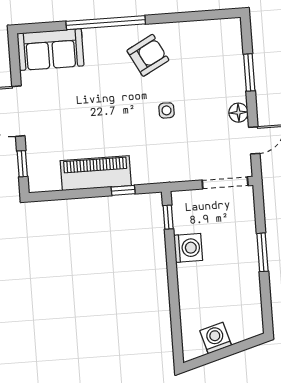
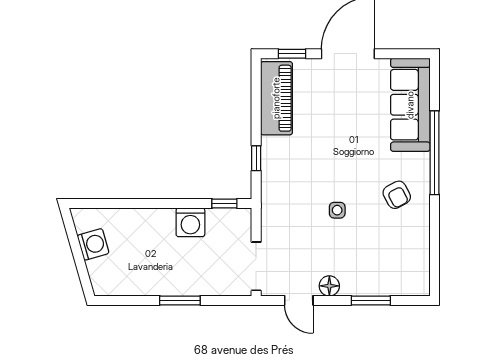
sofa: (50, 50) -> (410, 105), width x1.36
armchair: (148, 55) -> (397, 195), width x0.72, depth x0.72
piano: (96, 173) -> (276, 98), moved

